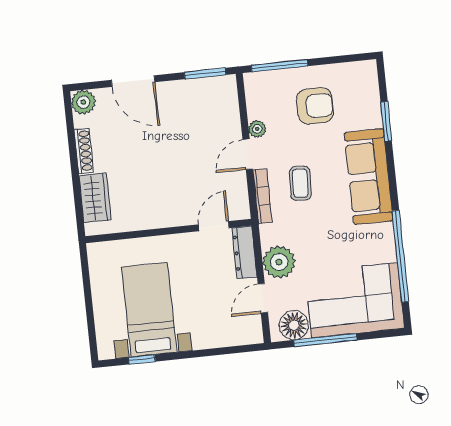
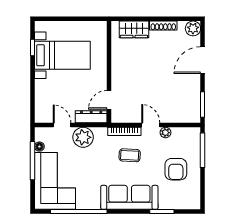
door: (214, 226) -> (109, 100), swing flipped
floor lamp: (294, 325) -> (39, 147), width x0.53, depth x0.53

